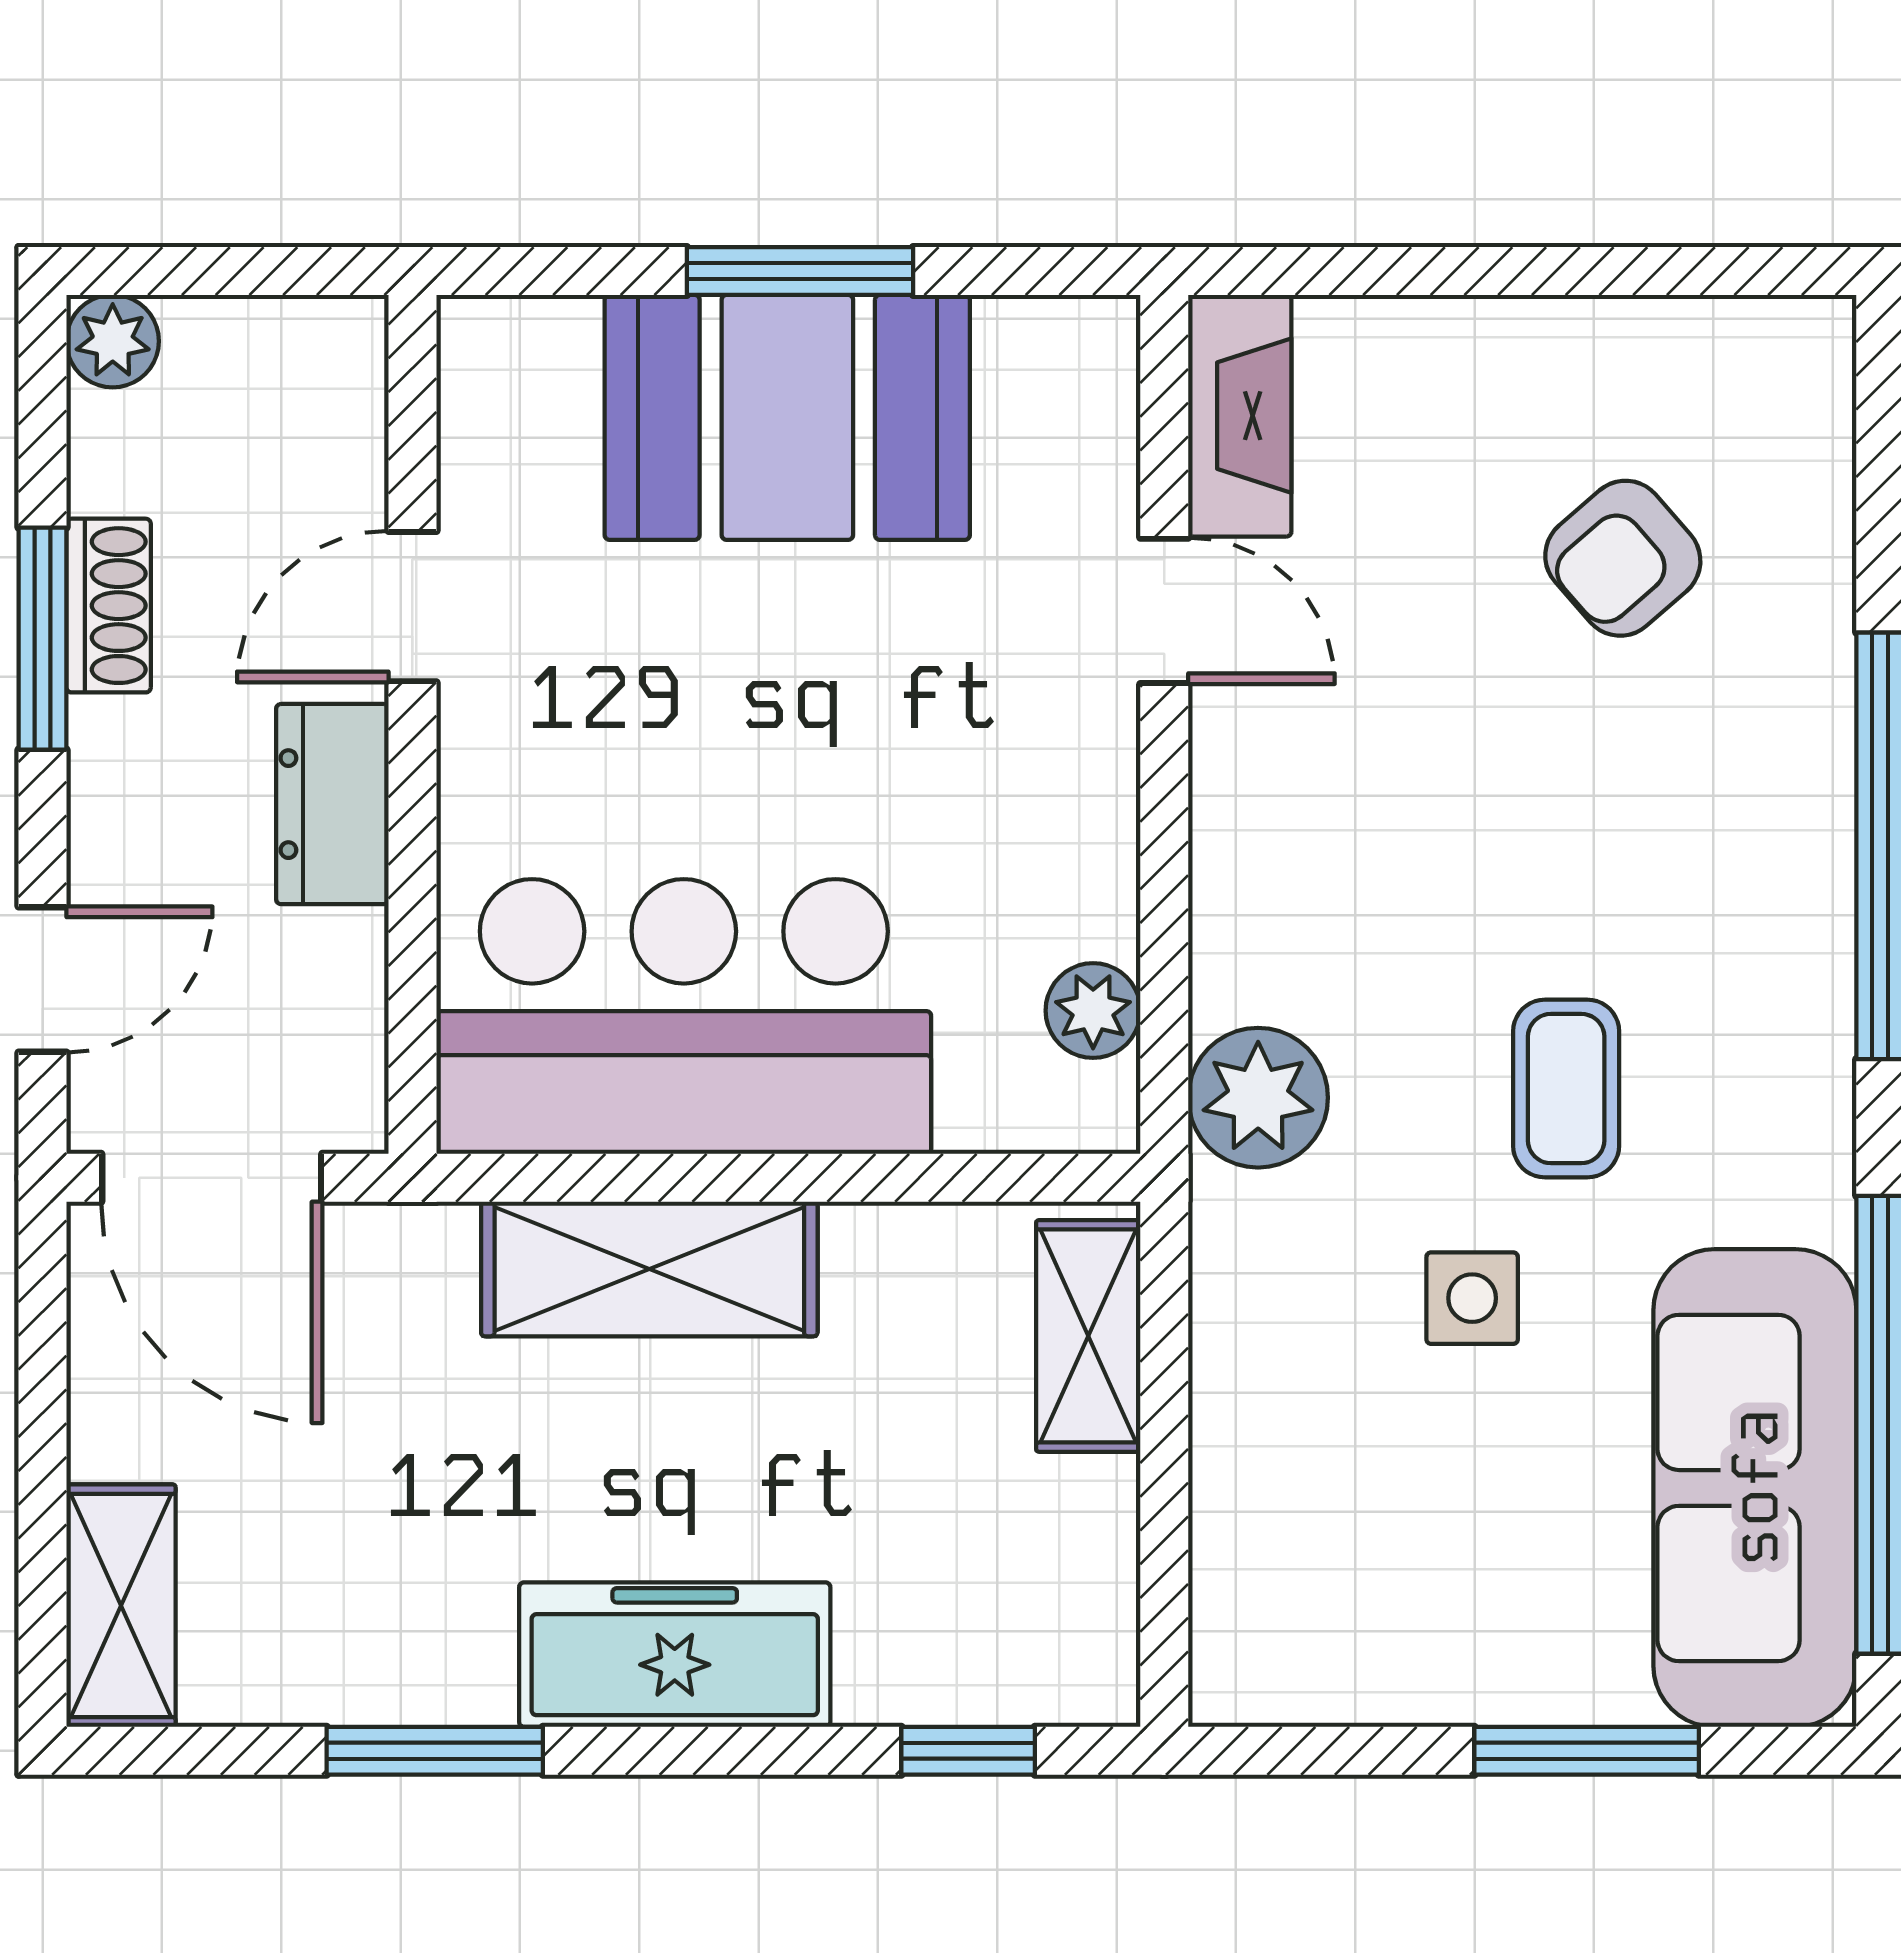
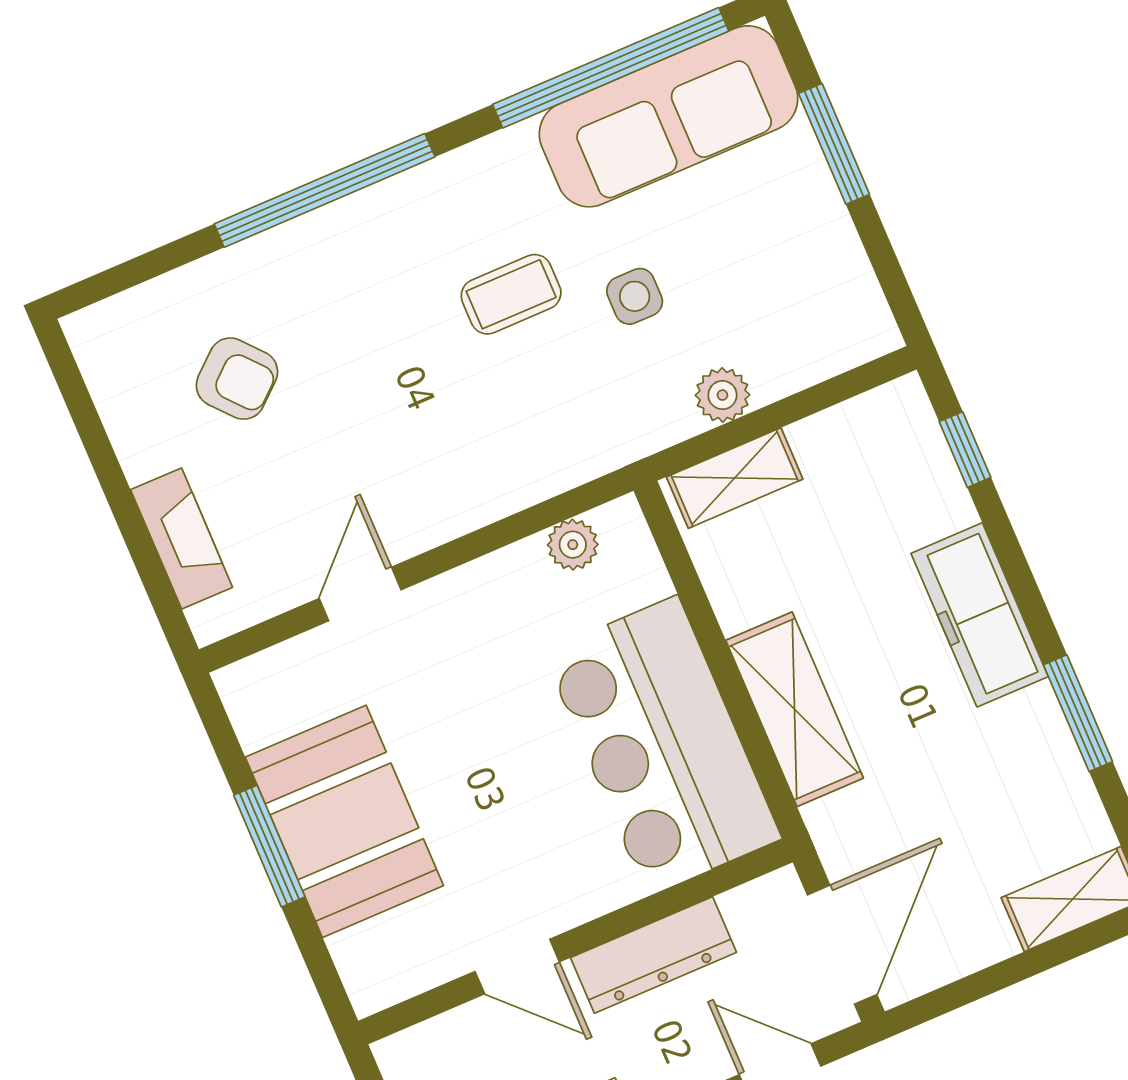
fireplace: (1240, 416) -> (182, 539), moved, turned 90
dresser: (332, 804) -> (653, 955), width x1.44
plant: (1258, 1098) -> (722, 395), moved, width x0.73, depth x0.73

